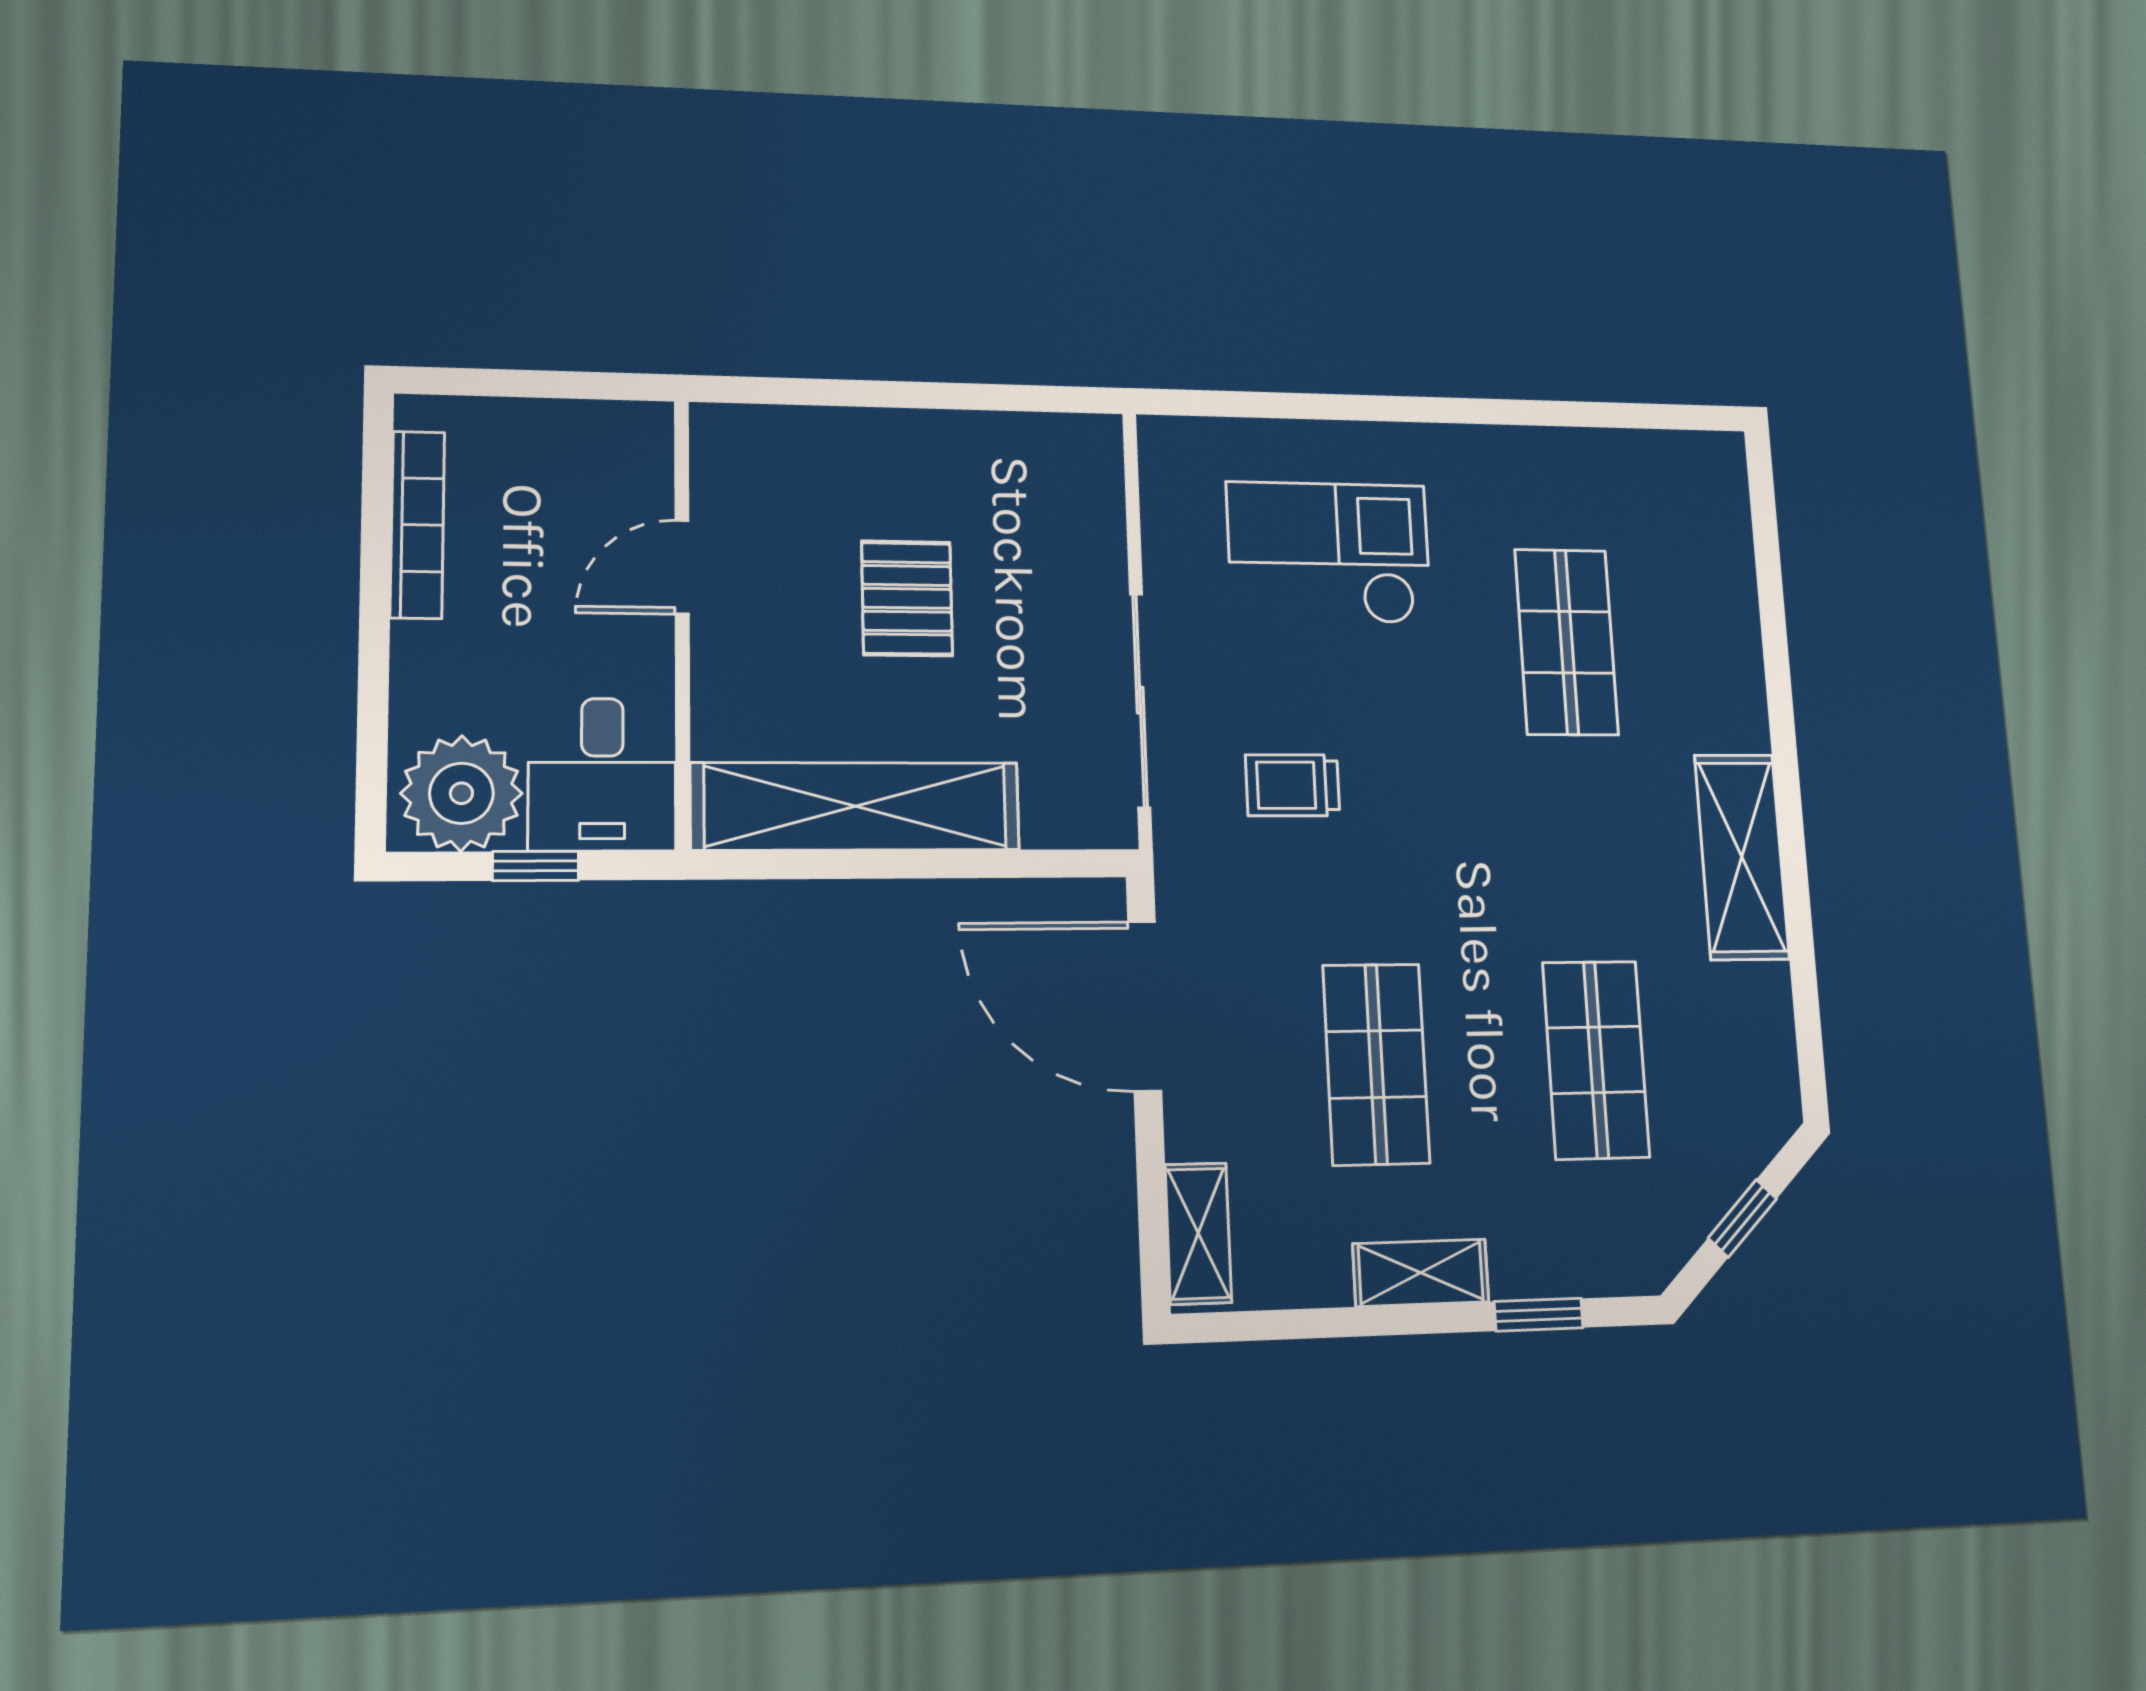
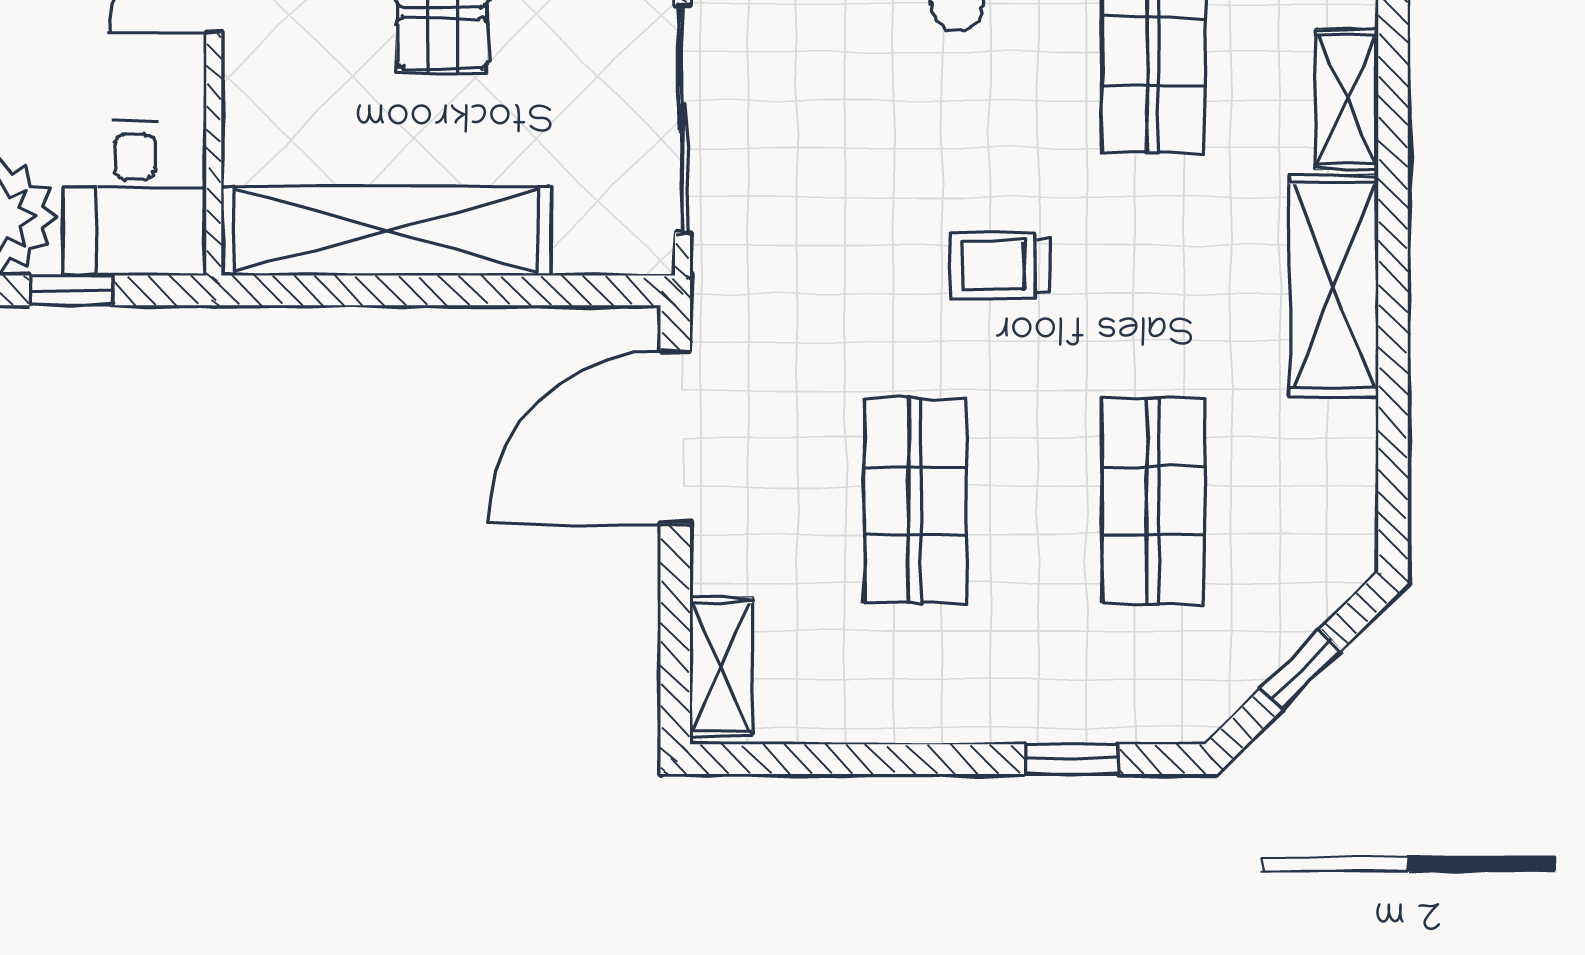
trolley: (1293, 785) -> (1000, 266), moved
door: (1145, 1006) -> (675, 437), hinge flipped
shelving: (1421, 1273) -> (1347, 99), moved, turned 90

